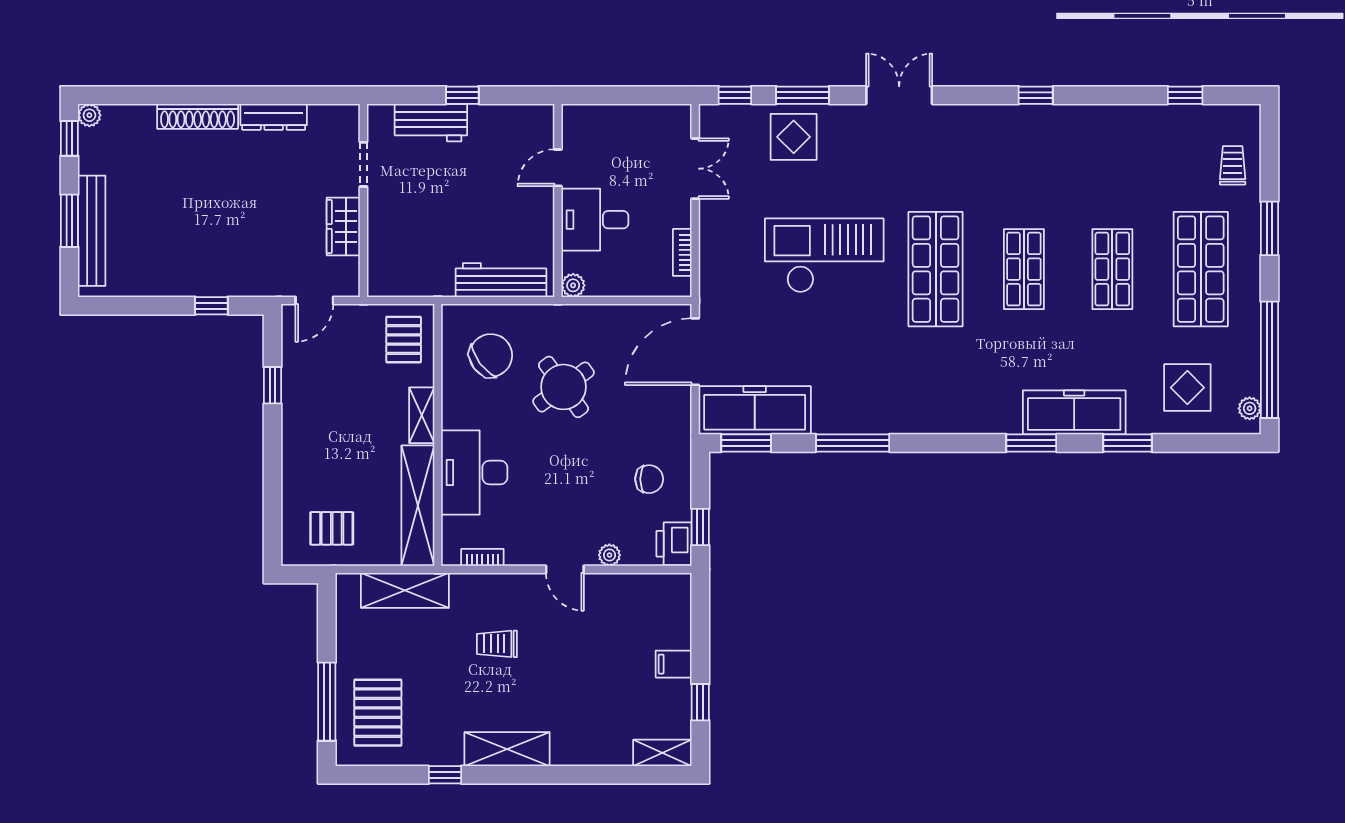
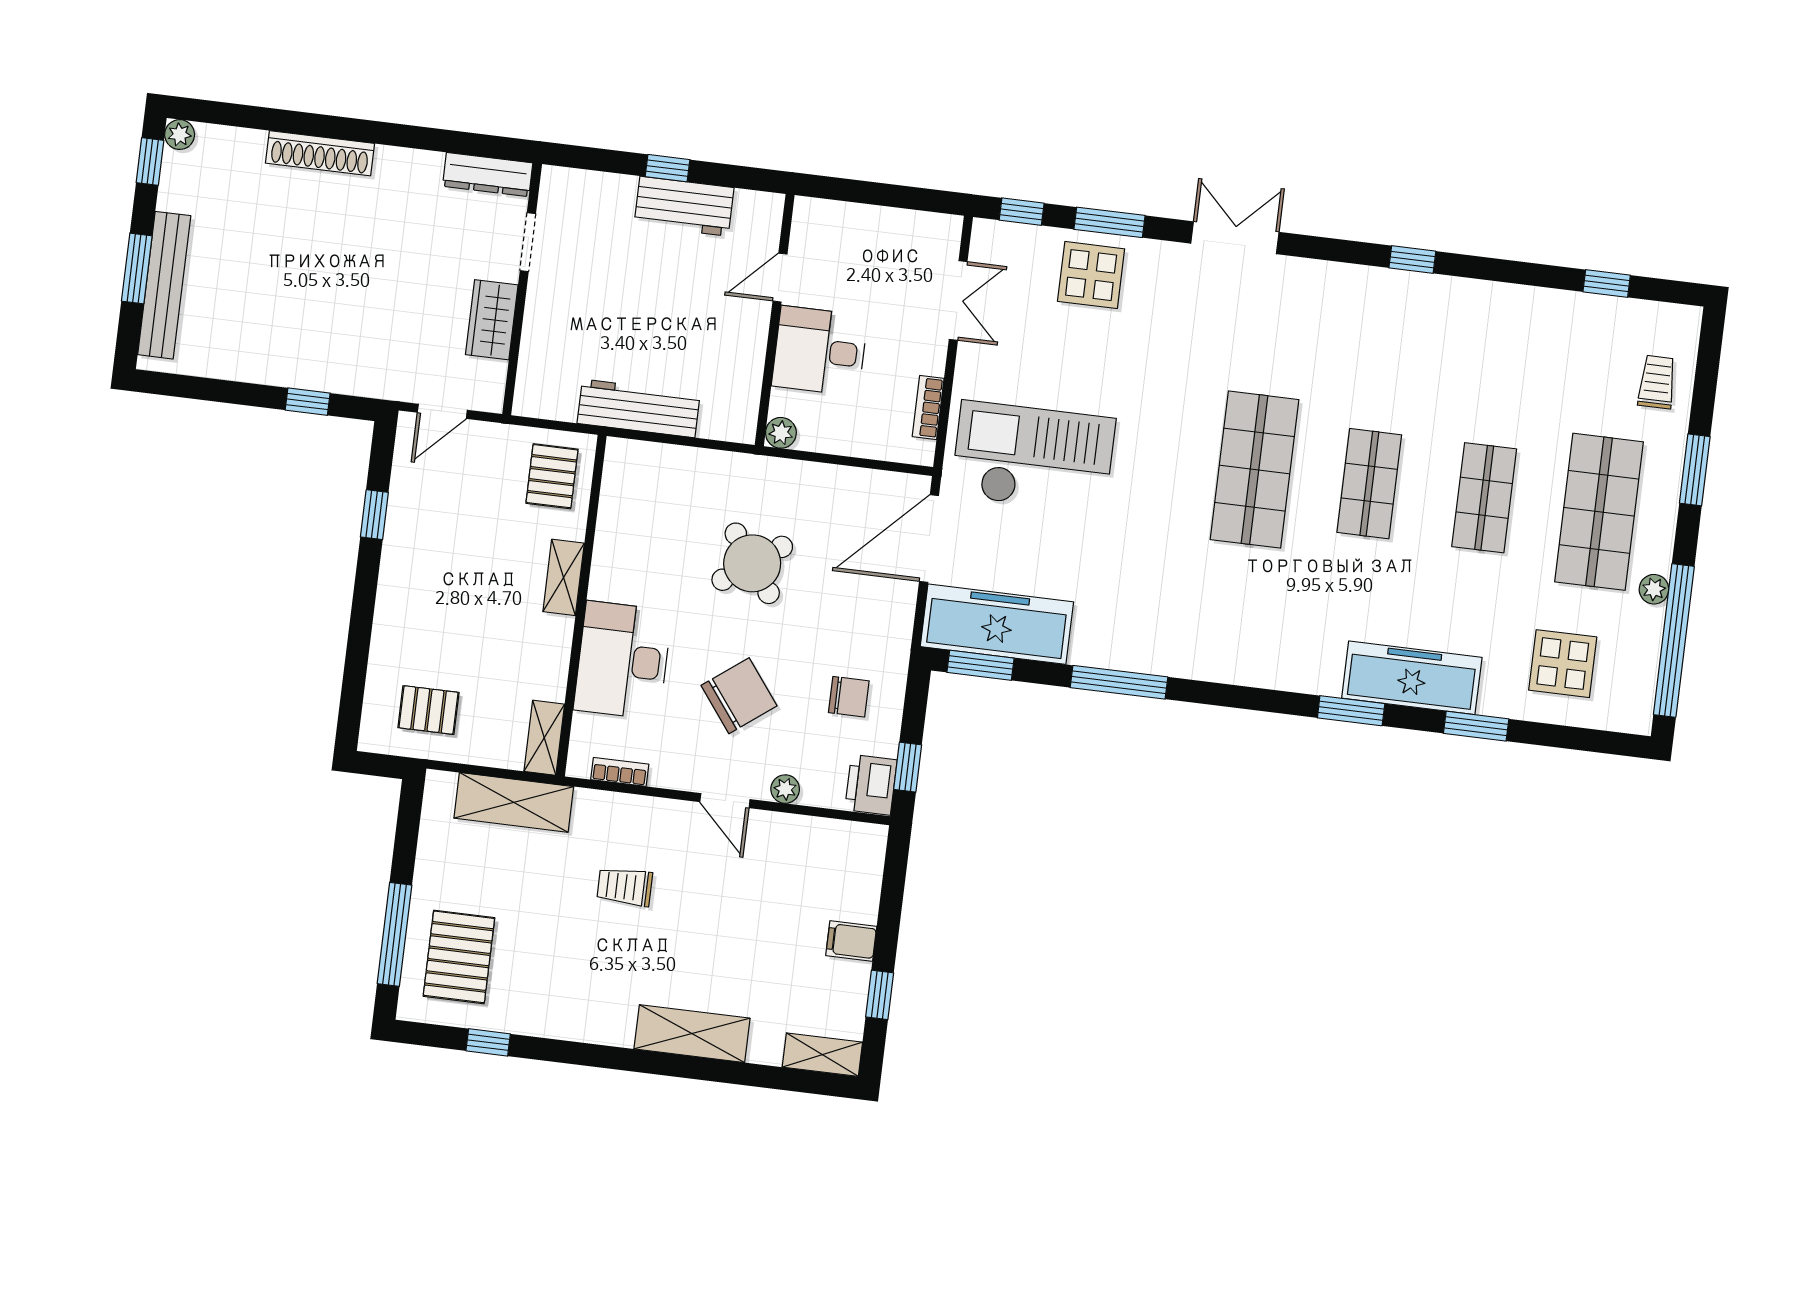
dresser: (274, 117) -> (488, 175), moved
workbench: (431, 123) -> (684, 206), moved
checkout: (824, 255) -> (1033, 457), moved
workbench: (501, 280) -> (639, 408), moved
chair: (491, 355) -> (739, 696), moved
plant: (1250, 408) -> (1654, 589), moved
shelving: (418, 506) -> (544, 738), width x0.45, depth x0.75
shelving: (507, 749) -> (692, 1034), moved
window: (445, 775) -> (488, 1042), moved

